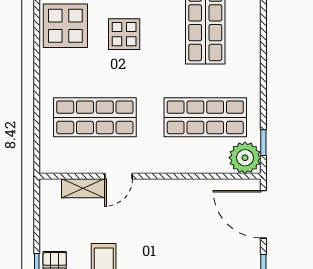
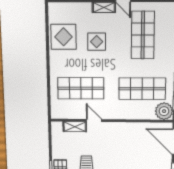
door: (118, 176) -> (94, 120), swing flipped

